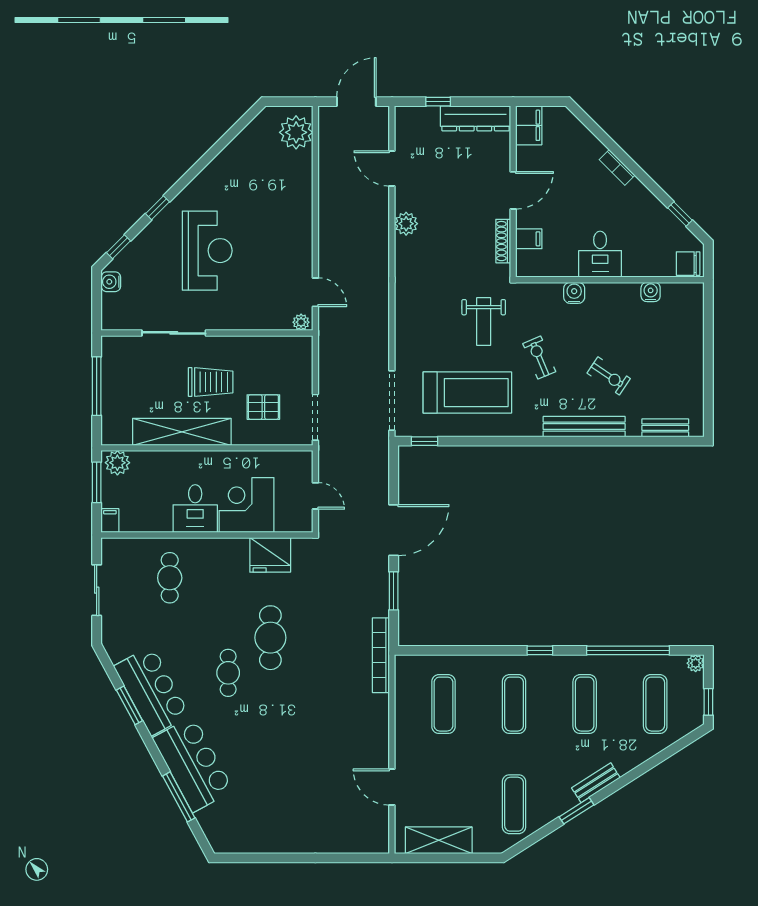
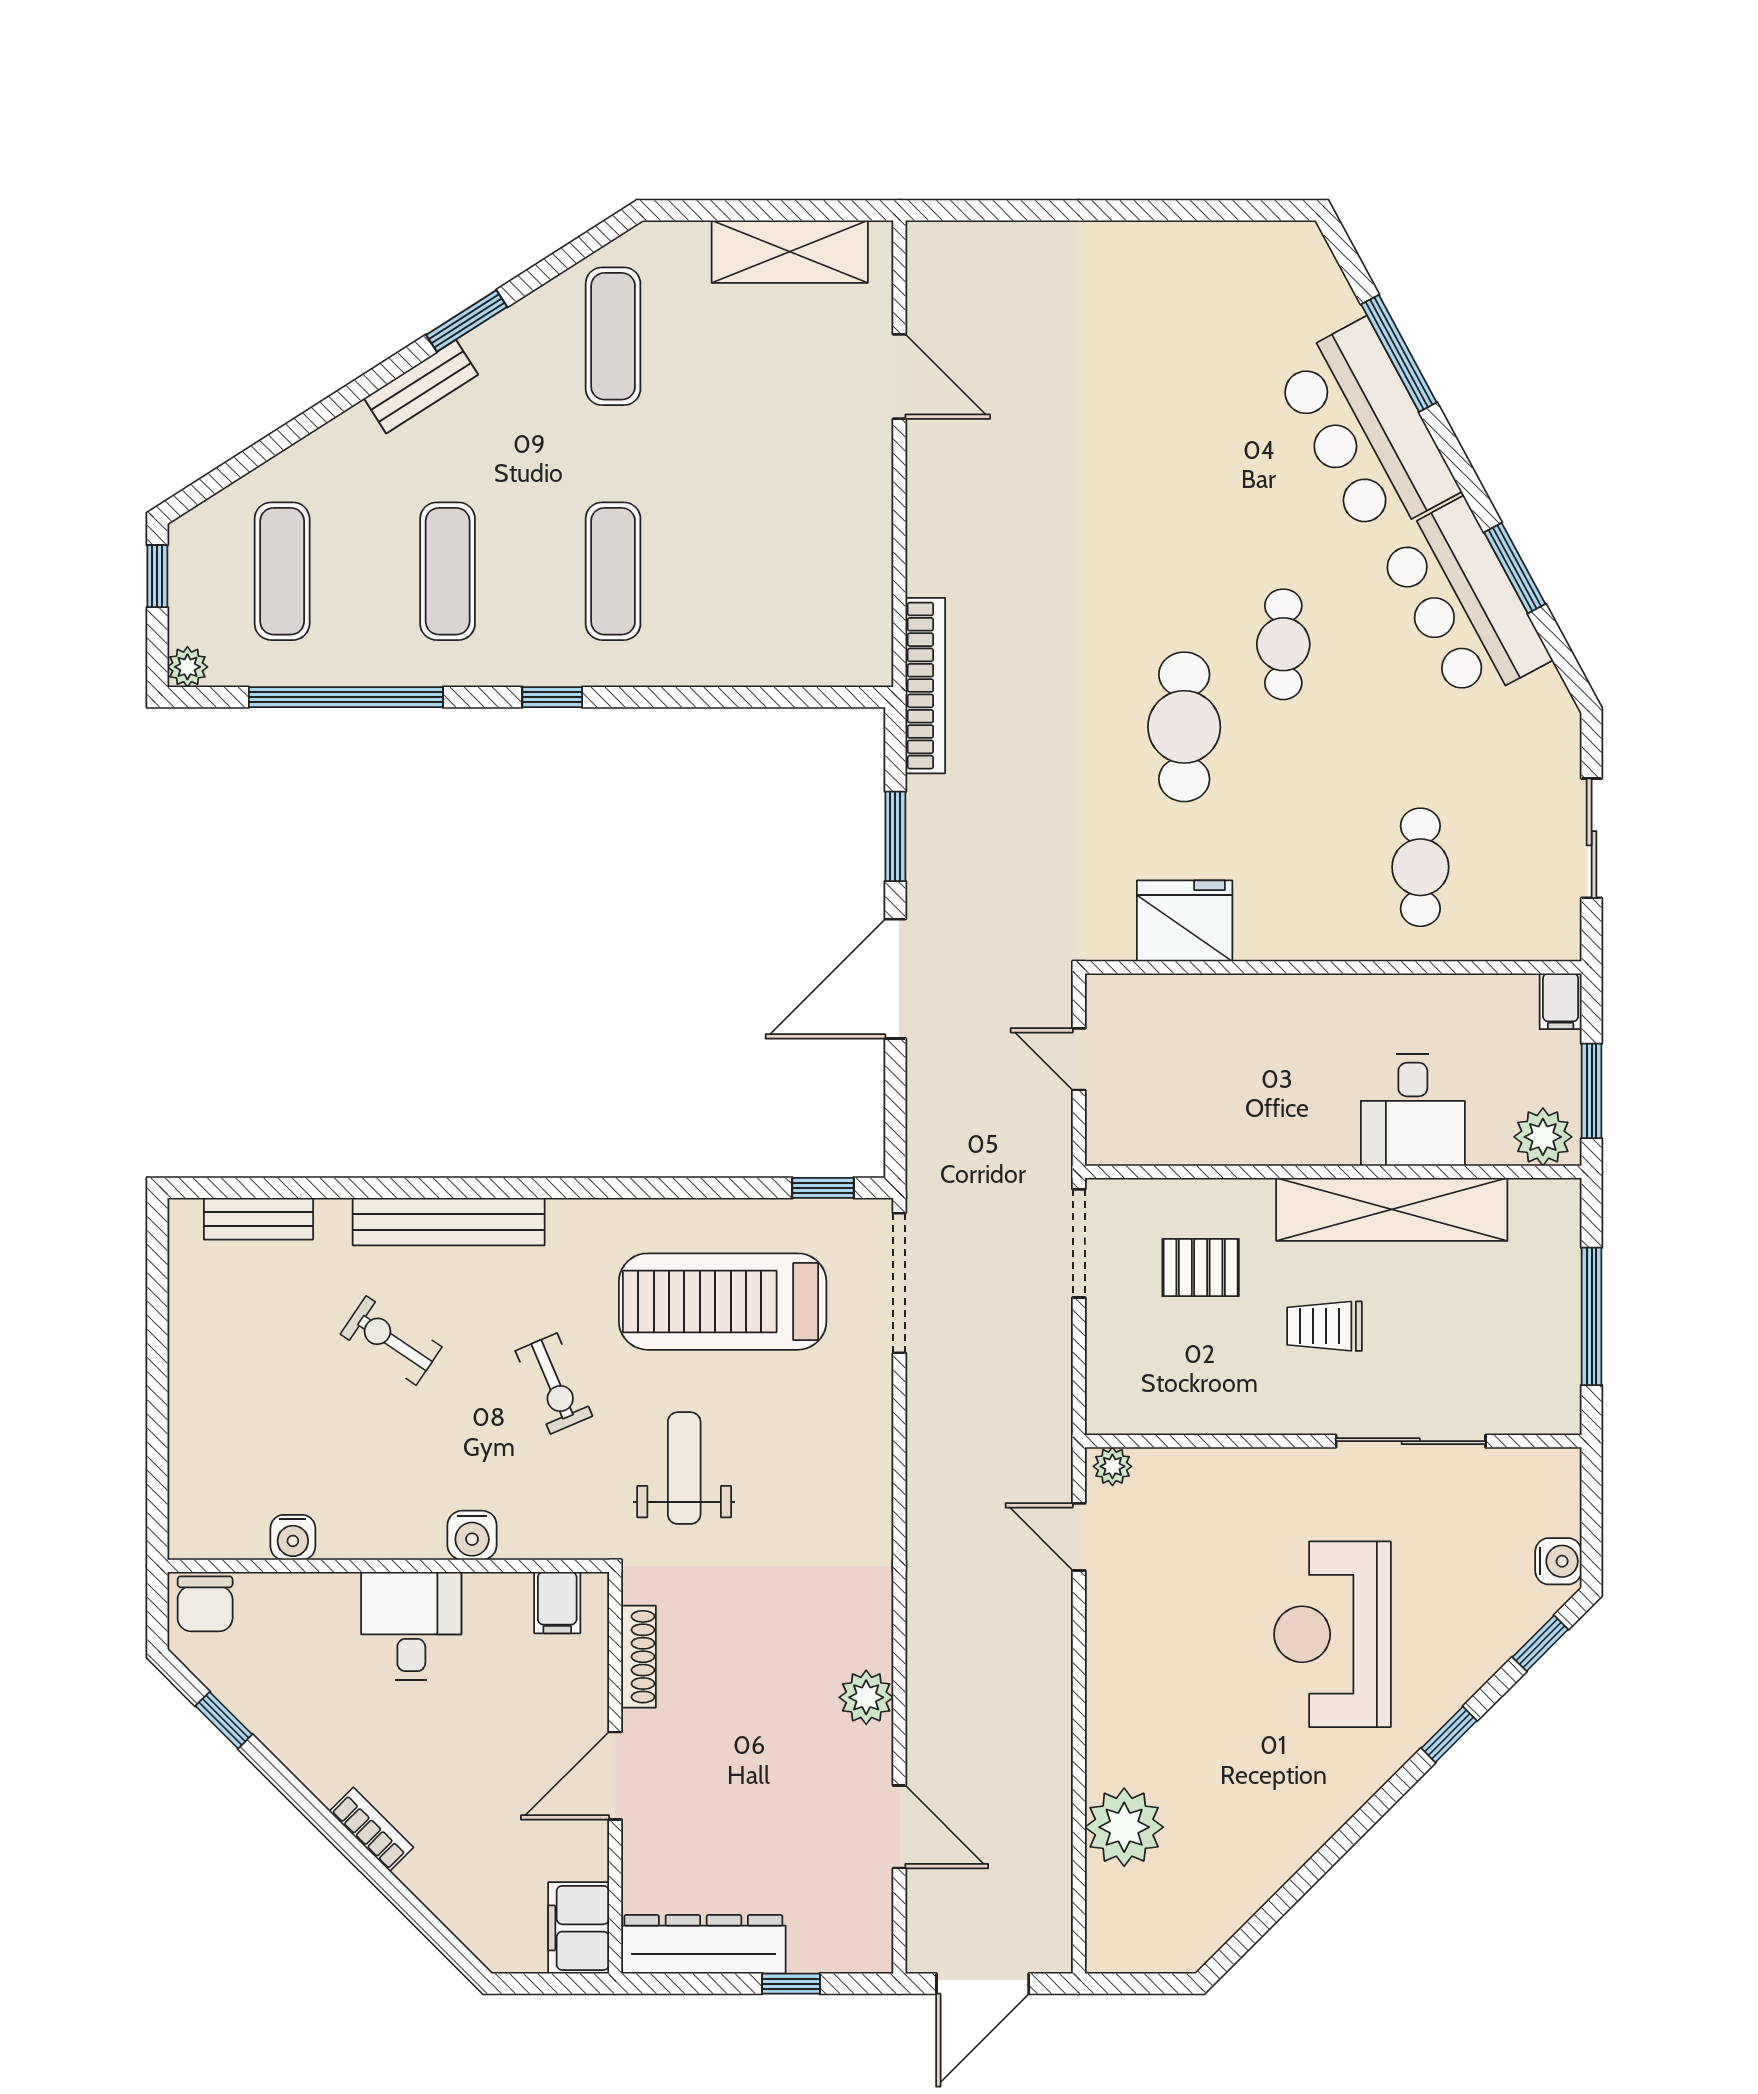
plant: (296, 132) -> (1124, 1827), moved
filing cabinet: (529, 239) -> (557, 1603), moved, turned -90
chair: (688, 264) -> (205, 1604), turned 90
trolley: (211, 382) -> (1324, 1326), width x0.73, depth x0.72
corner desk: (246, 505) -> (1240, 1038), removed
desk: (195, 509) -> (1413, 1110), moved, turned 180
exercise mat: (443, 704) -> (778, 571), removed

